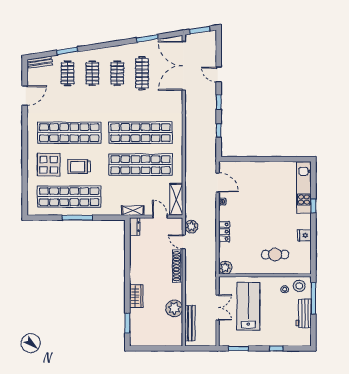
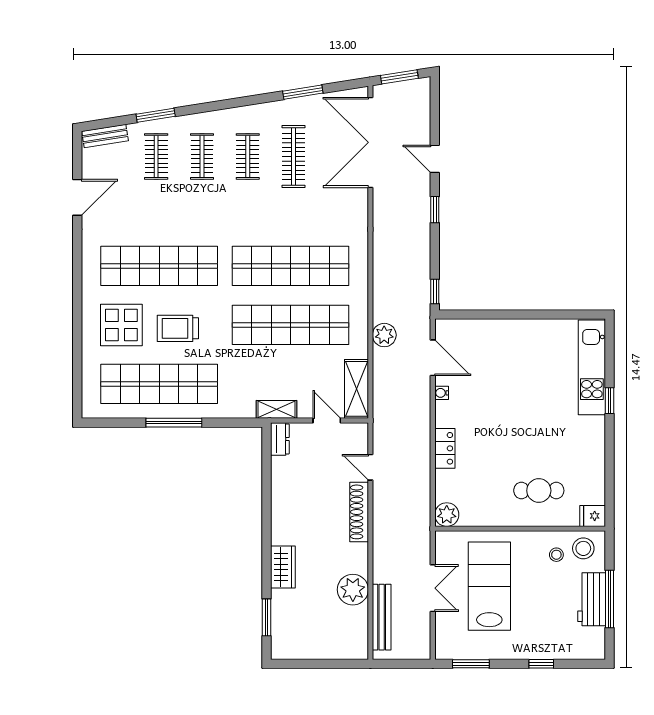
window: (219, 130) -> (435, 291), moved
plant: (191, 227) -> (384, 335), moved
fridge: (304, 235) -> (593, 516), moved
window: (313, 298) -> (609, 599), moved

